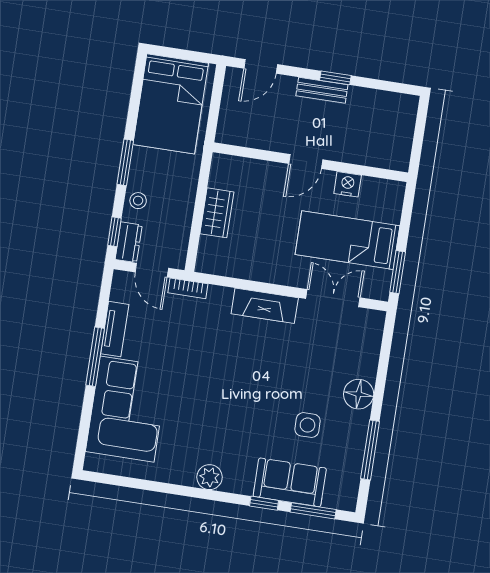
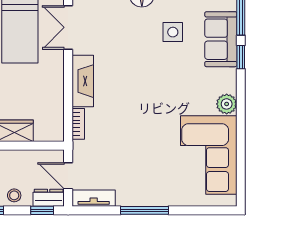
door: (152, 270) -> (68, 176), swing flipped
bookcase: (188, 288) -> (78, 124), moved
tv unit: (115, 329) -> (94, 198), moved
corner sofa: (127, 409) -> (209, 155), moved, turned -90

